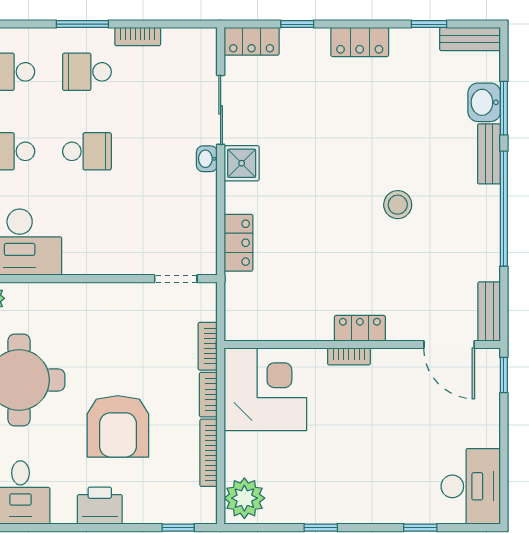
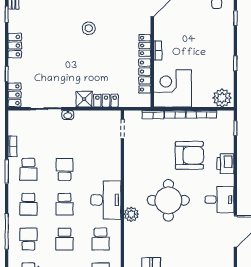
shower: (242, 163) -> (84, 99), moved
locker: (293, 328) -> (145, 76), added

